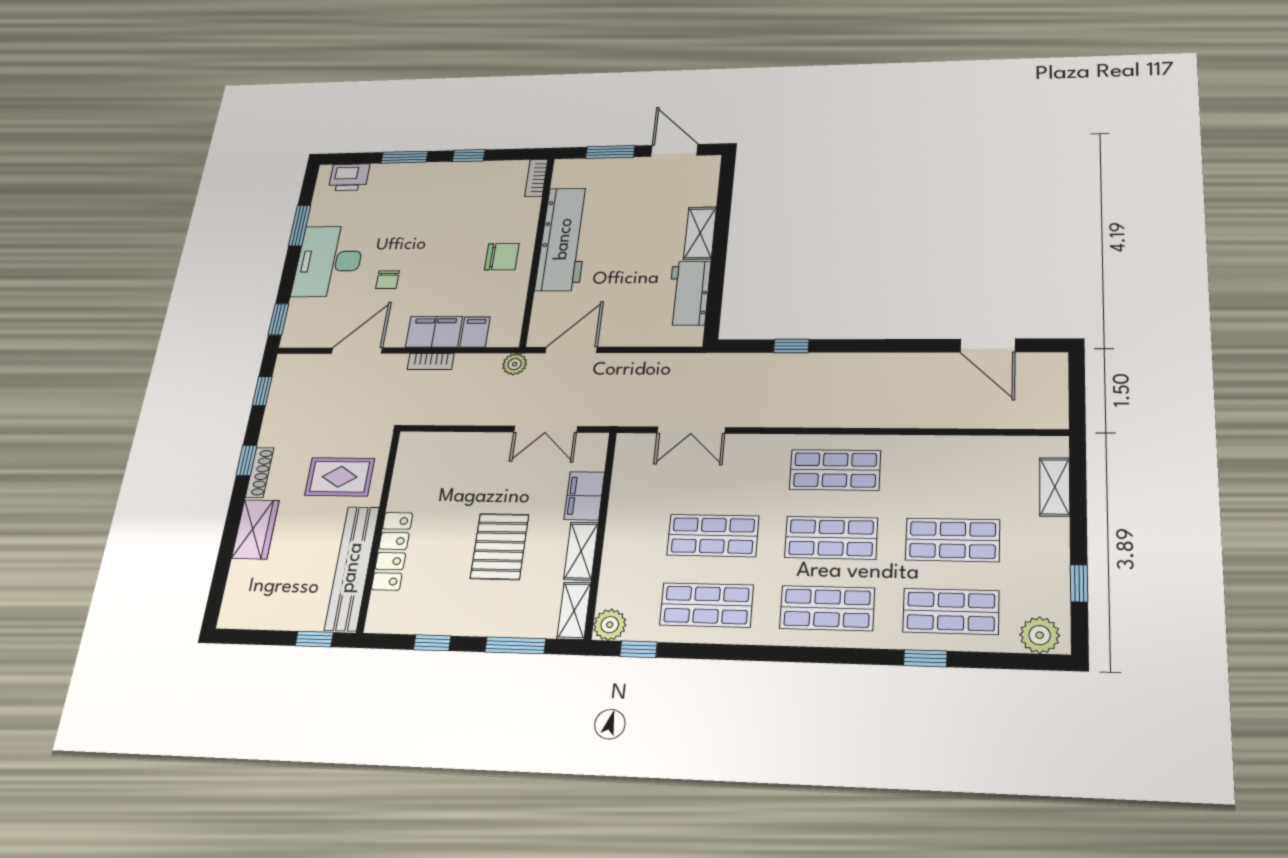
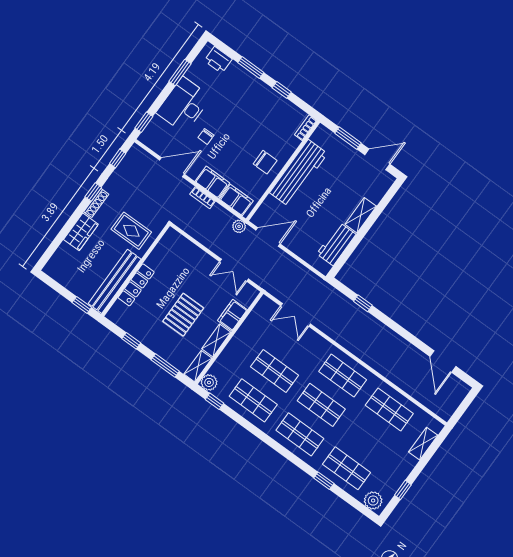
door: (674, 150) -> (377, 159), hinge flipped
filing cabinet: (475, 332) -> (236, 200), width x2.00
shop shelf: (953, 540) -> (389, 409), moved

